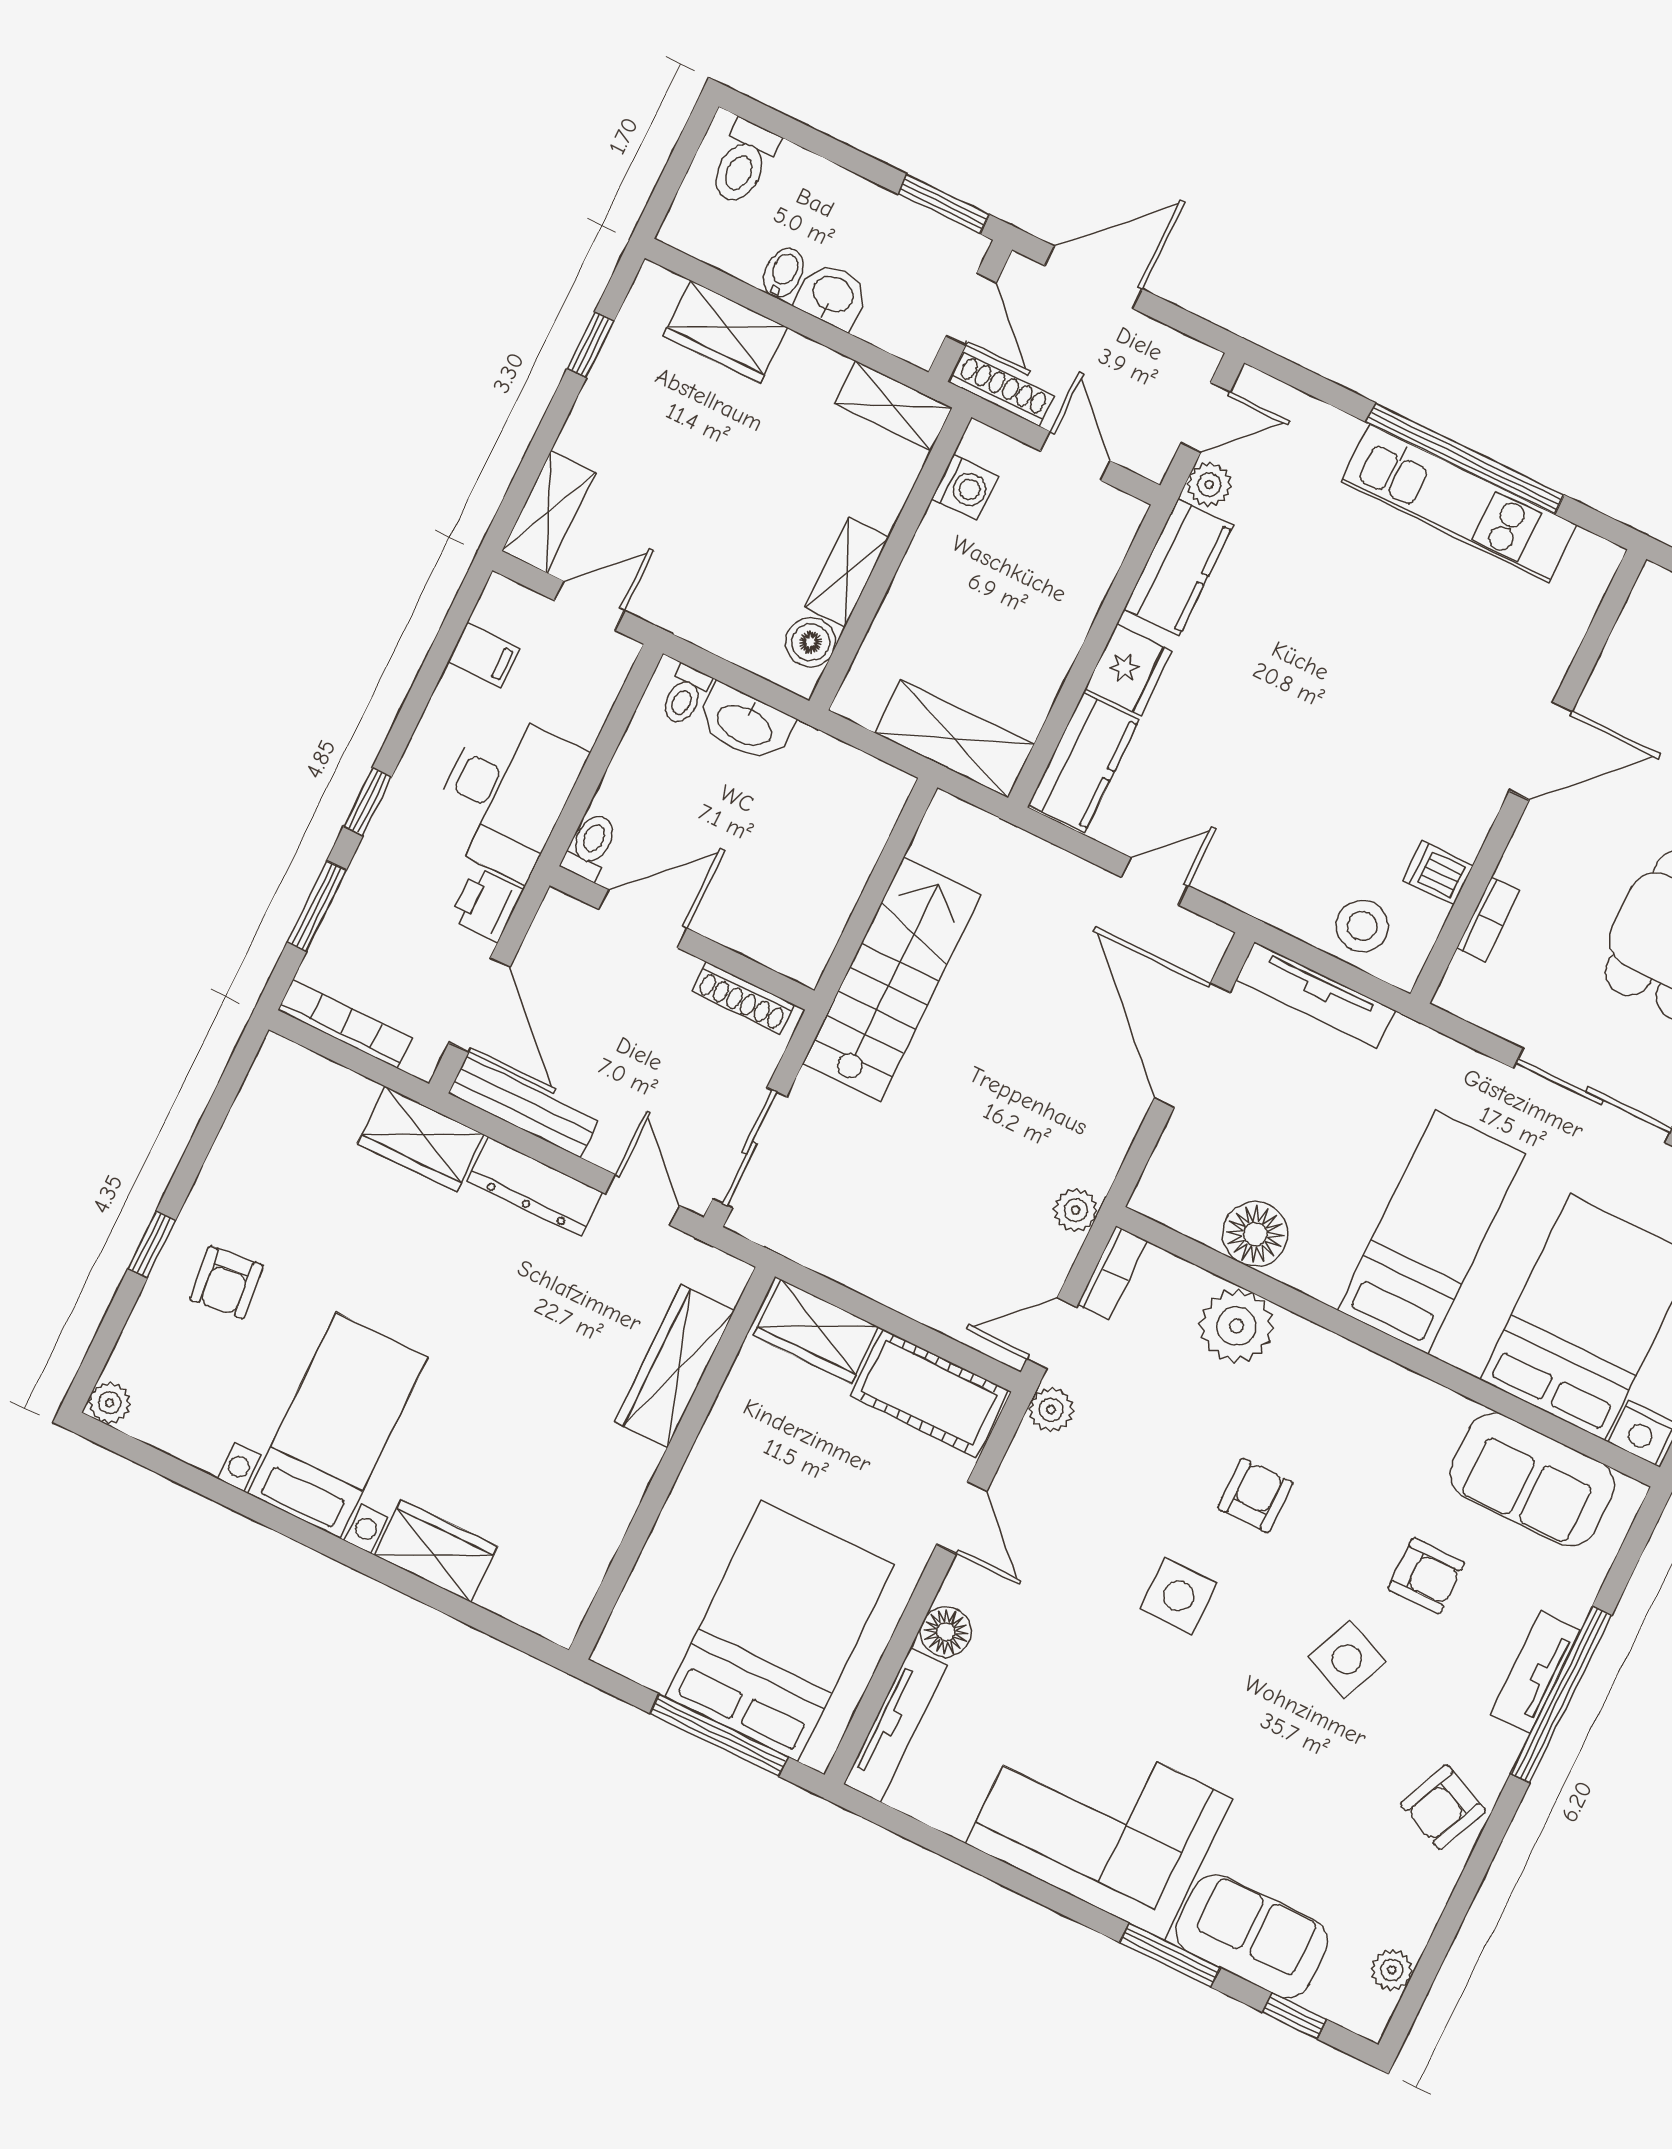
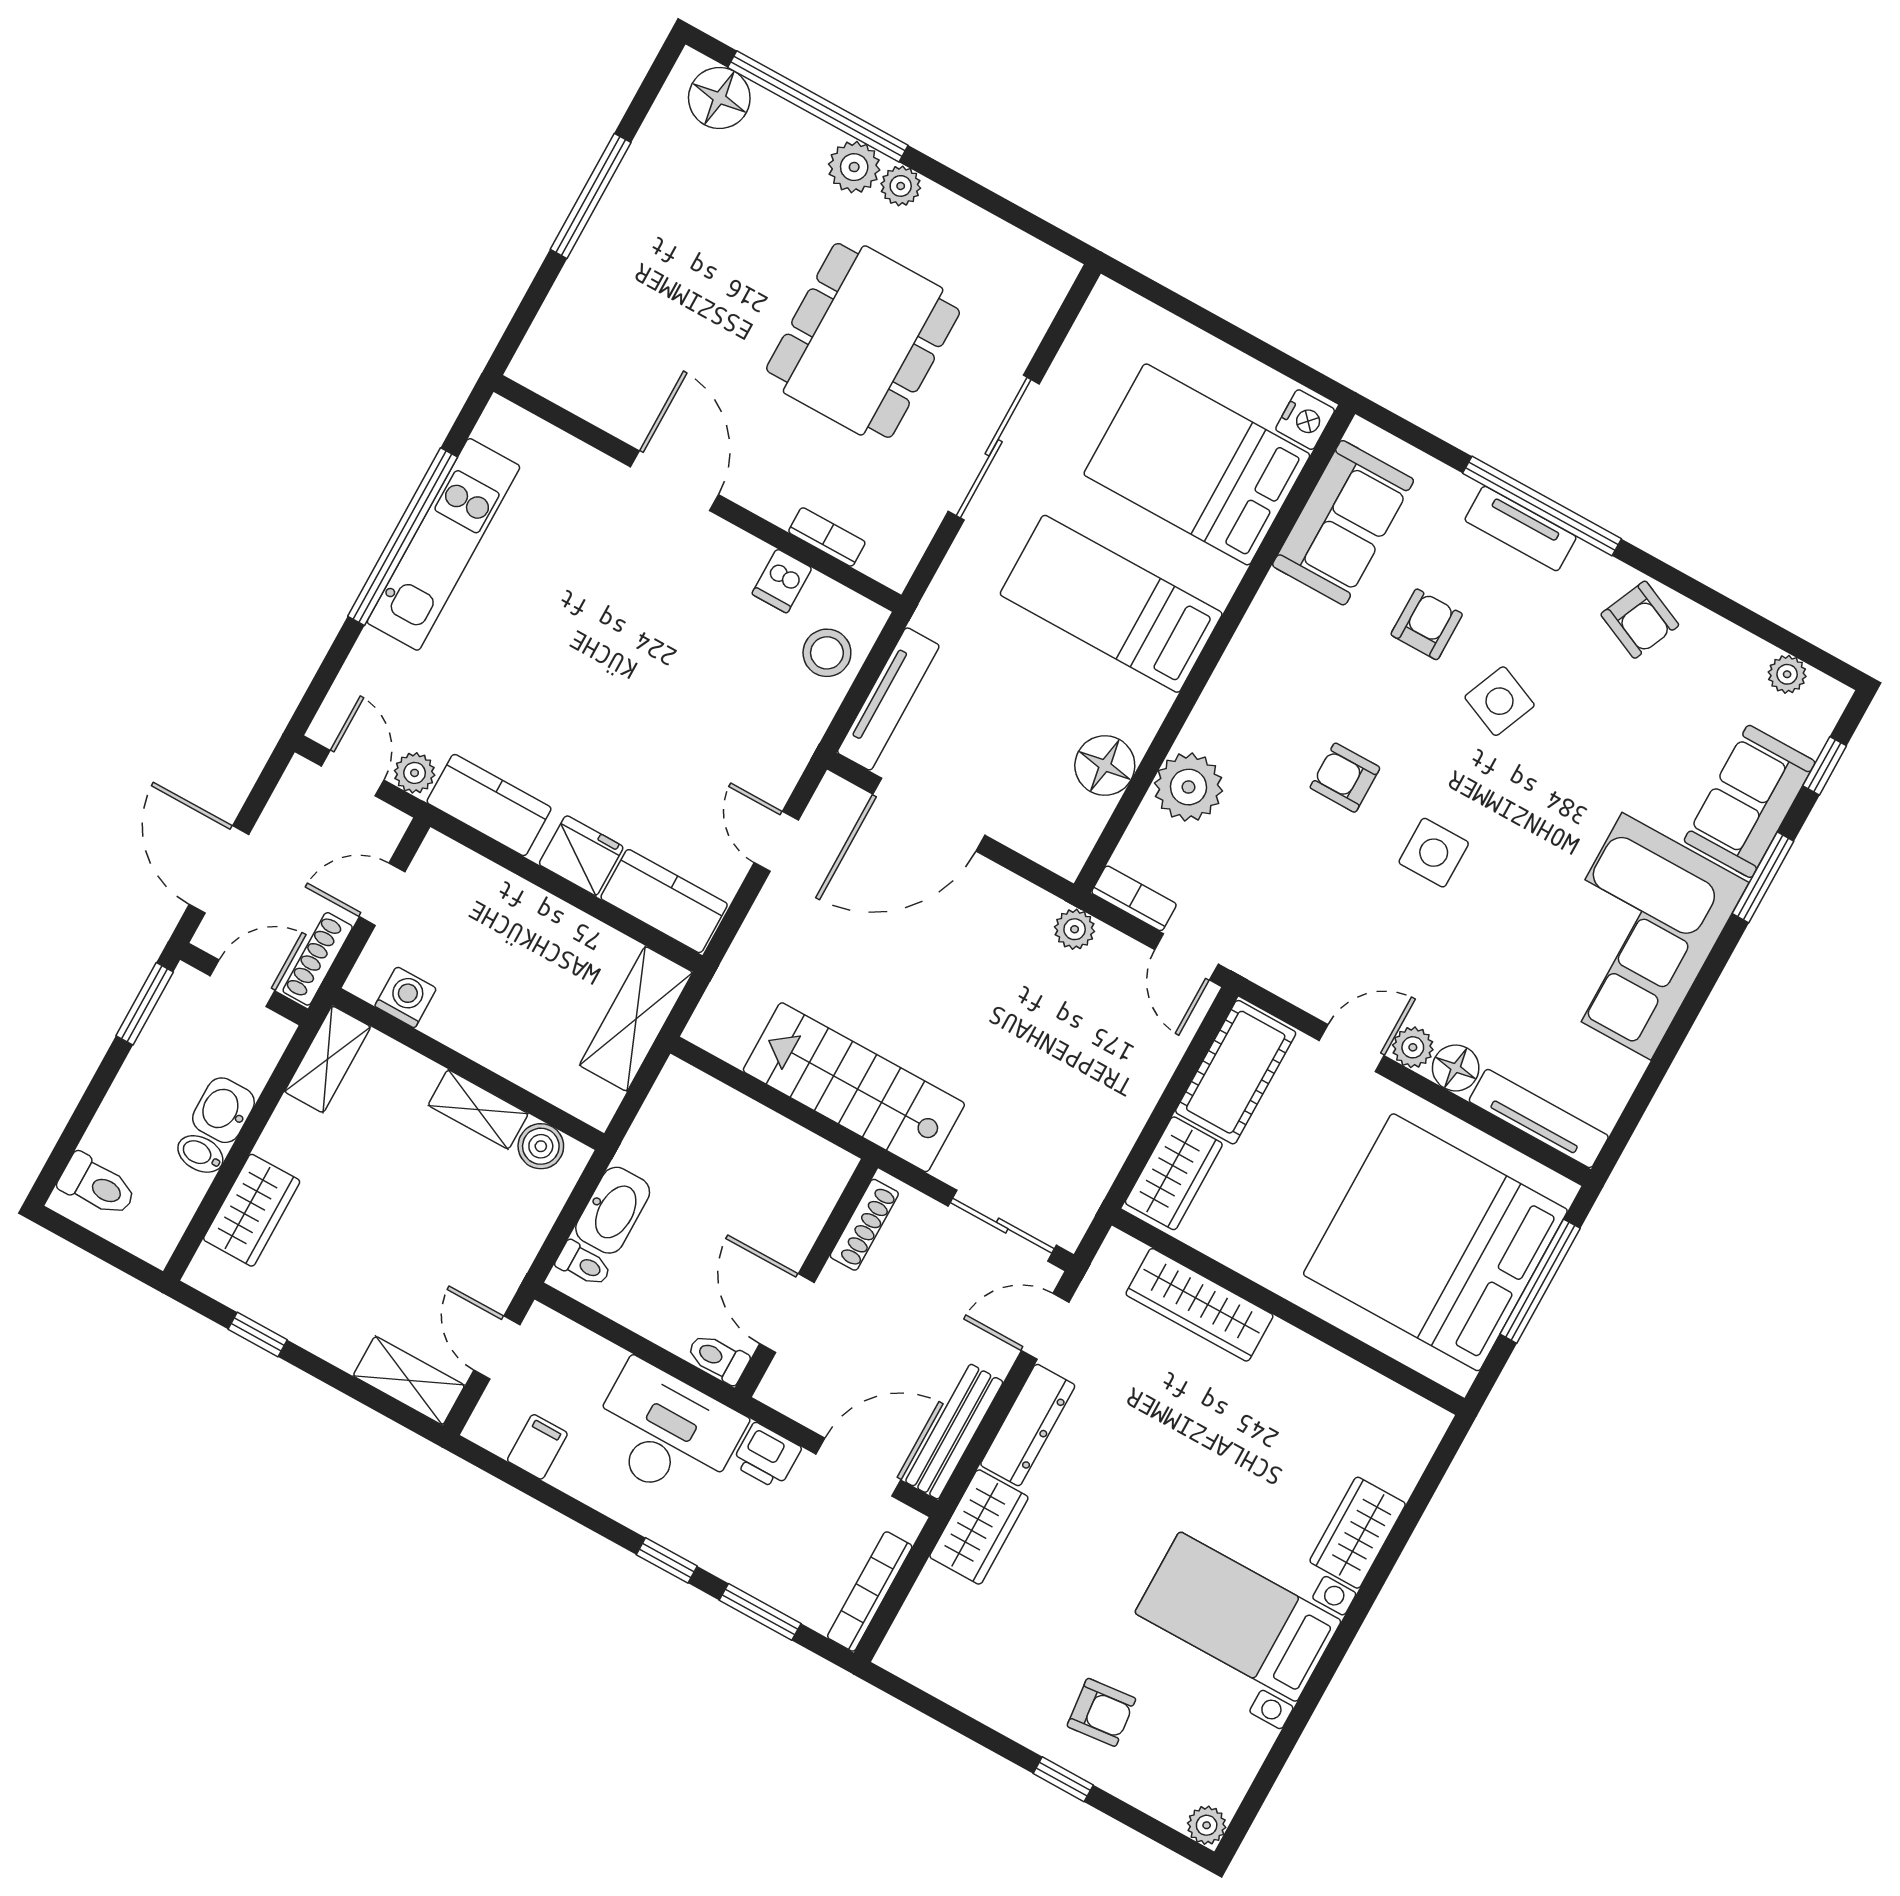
plant: (1051, 1410) -> (1413, 1047), moved
bed: (780, 1631) -> (1435, 1242), width x1.36

